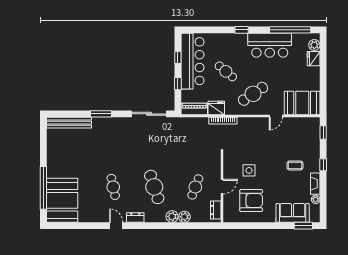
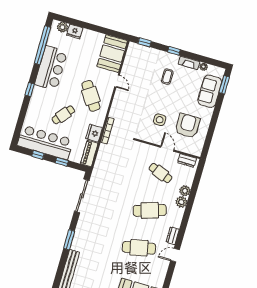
cafe table: (113, 187) -> (139, 248), width x1.37, depth x1.35

